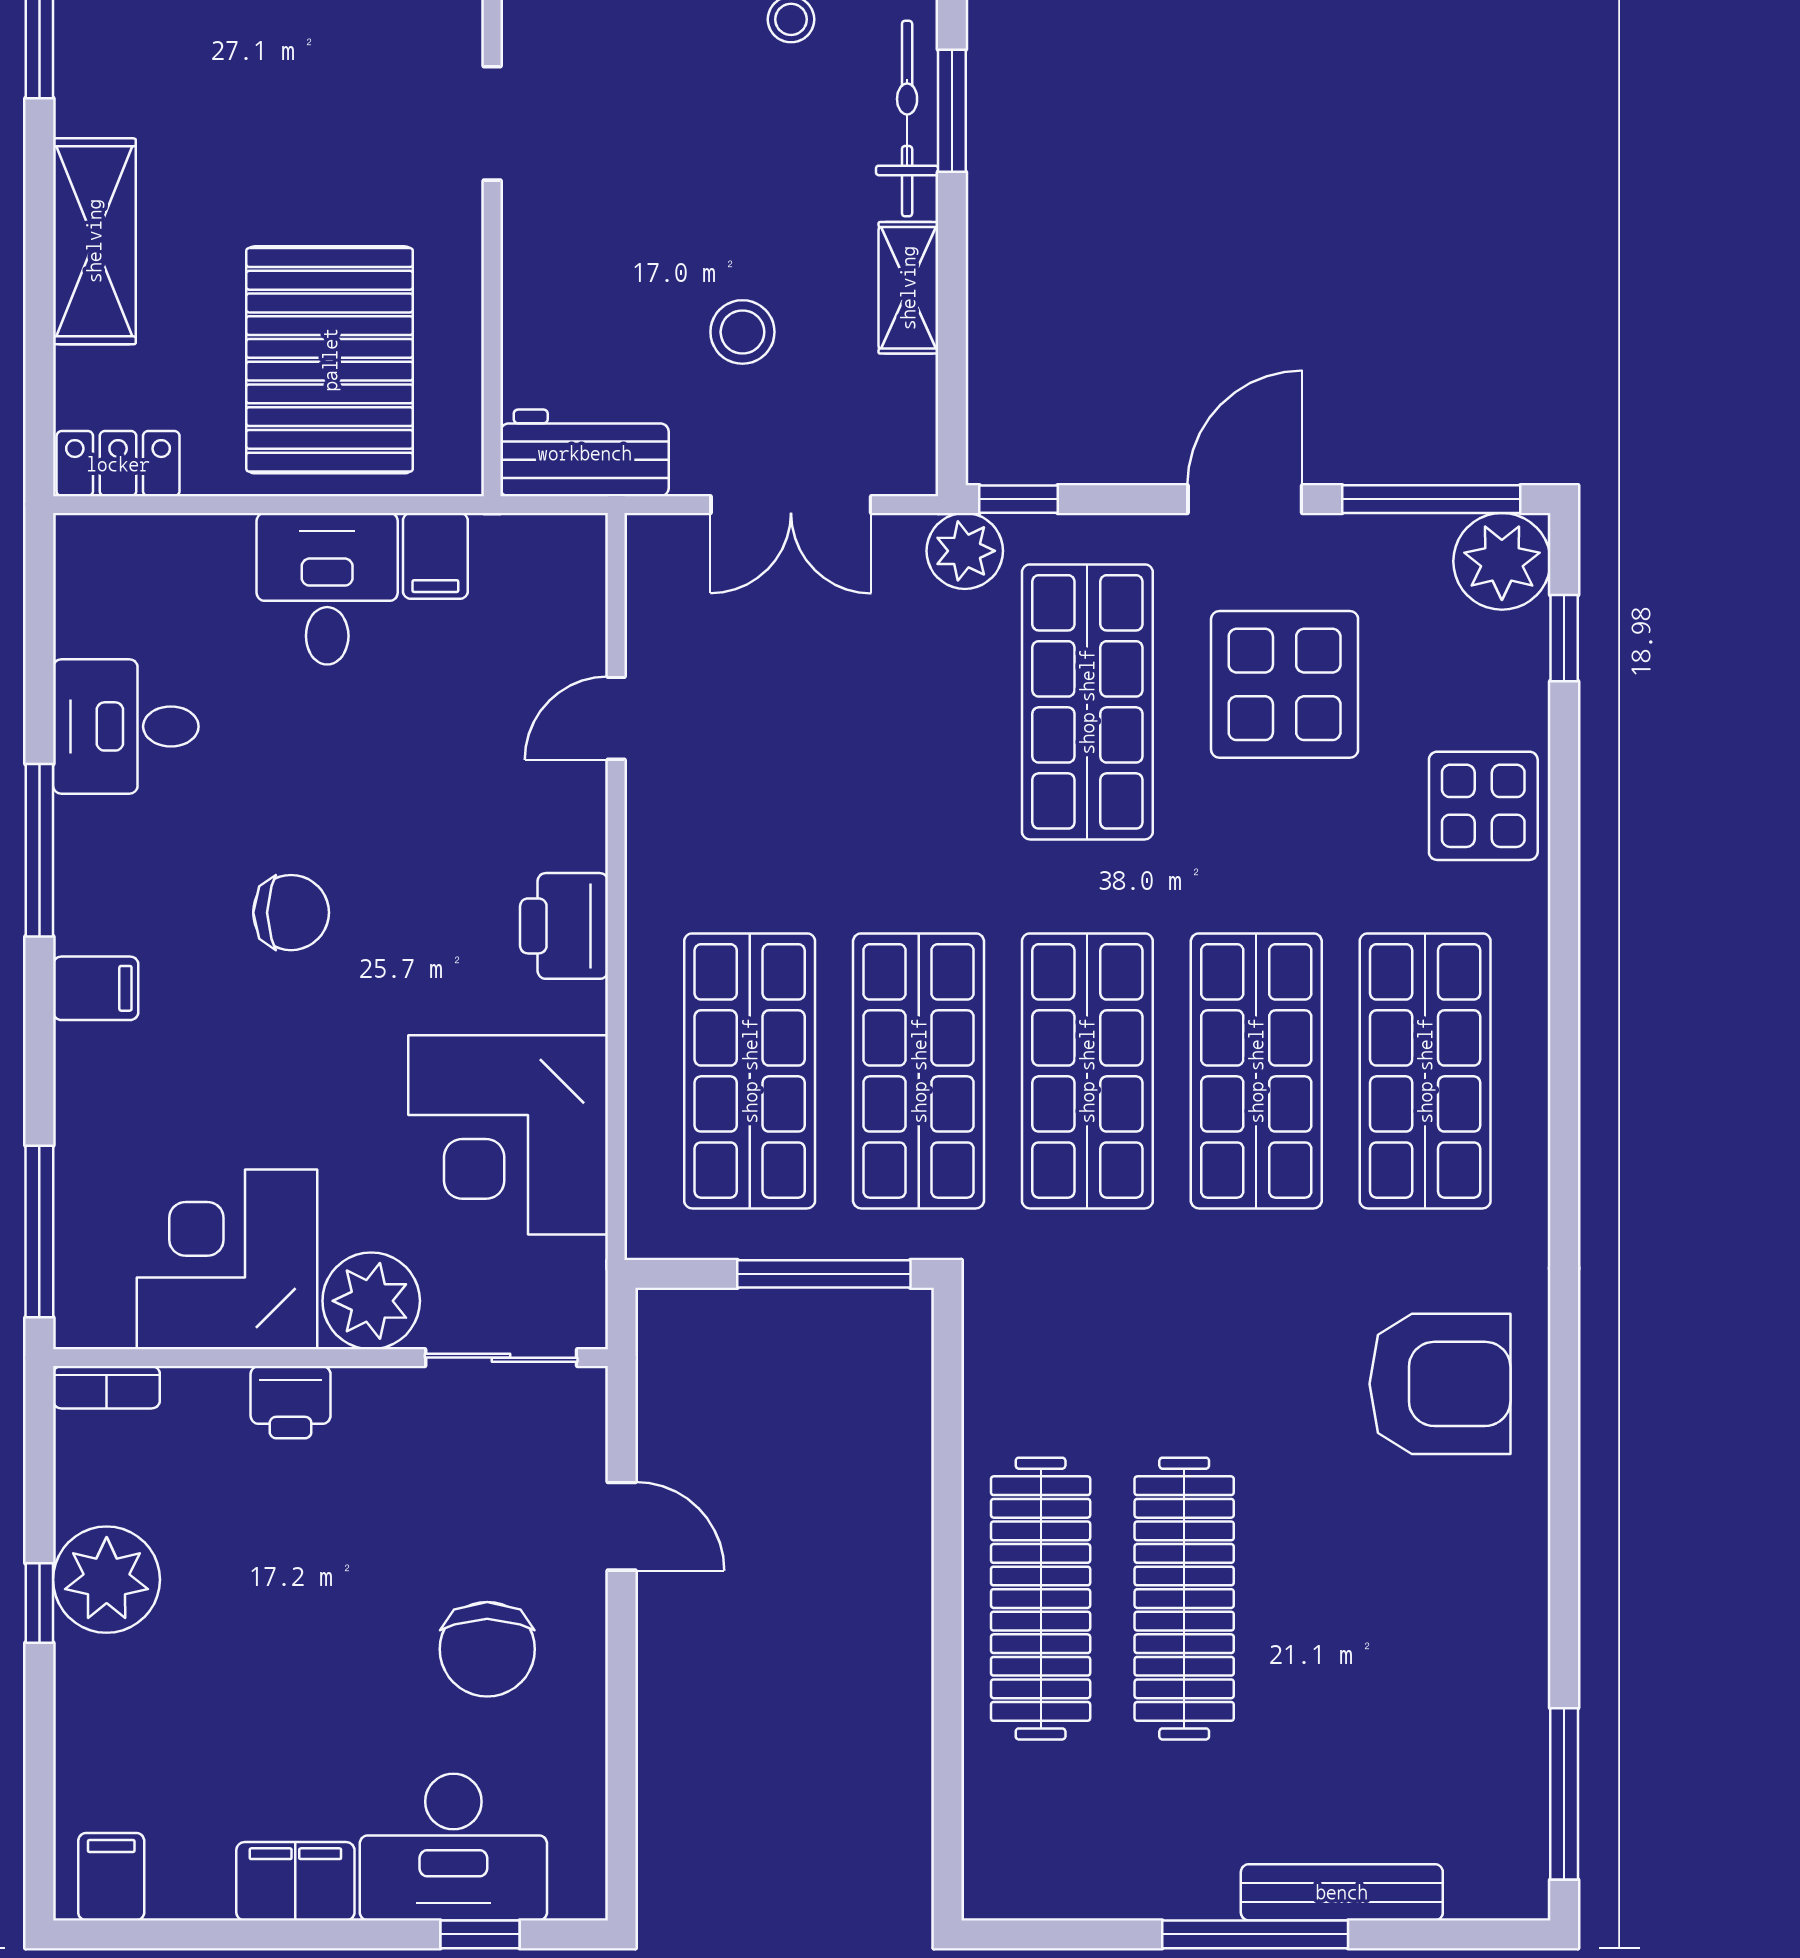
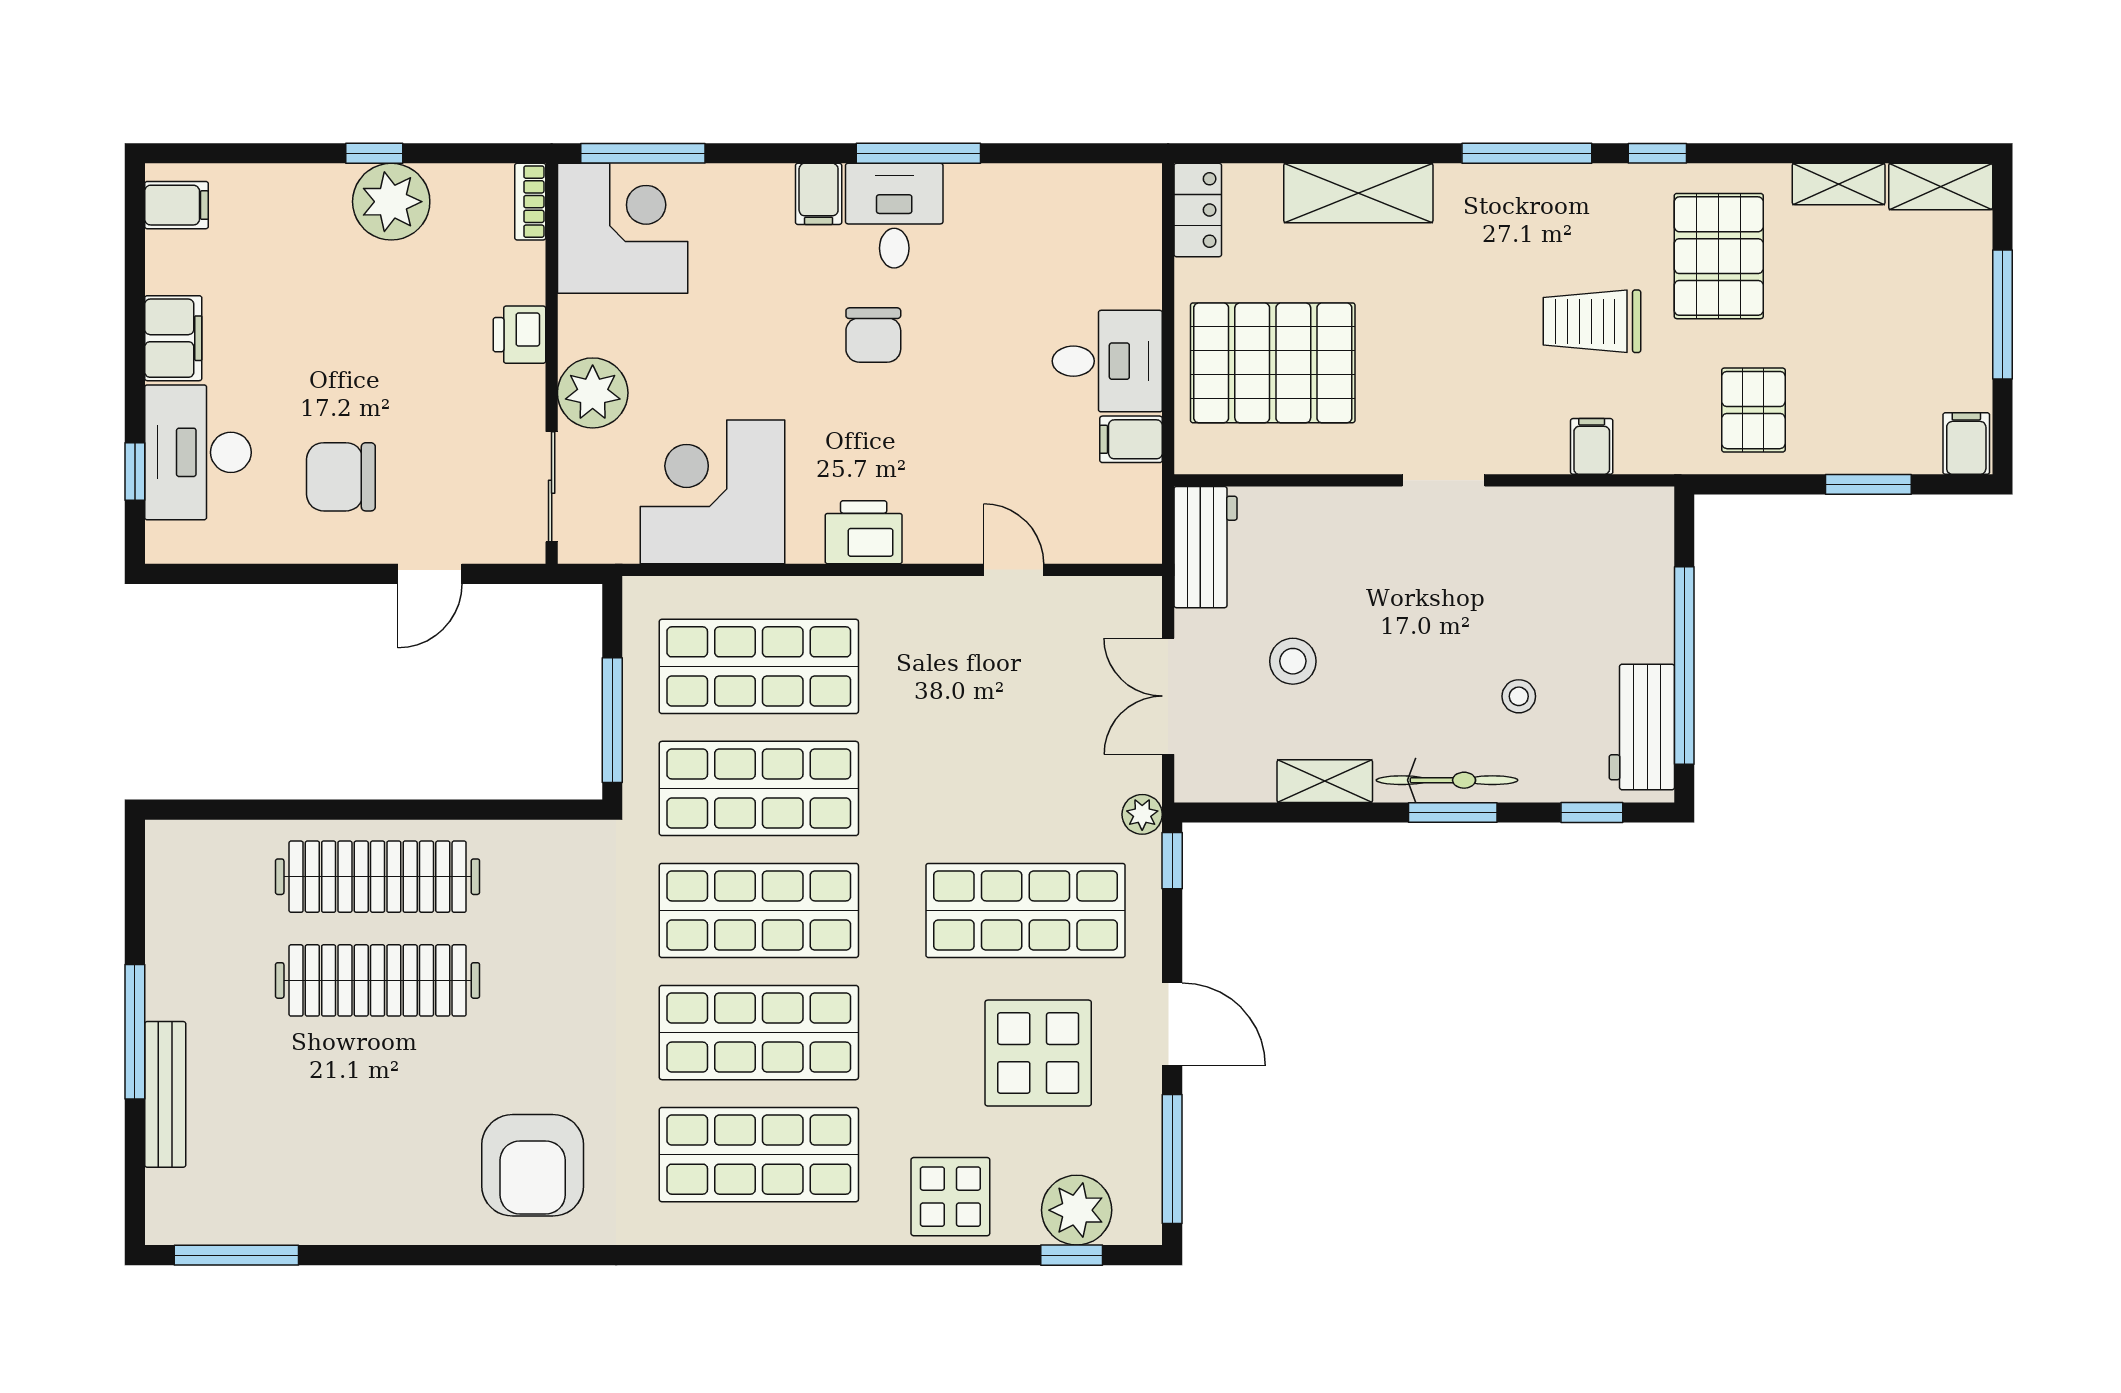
plant: (965, 551) -> (1142, 814), width x0.73, depth x0.73
plant: (1502, 561) -> (1077, 1210), moved
desk: (126, 726) -> (894, 216), moved
corner desk: (227, 1259) -> (623, 228), moved

